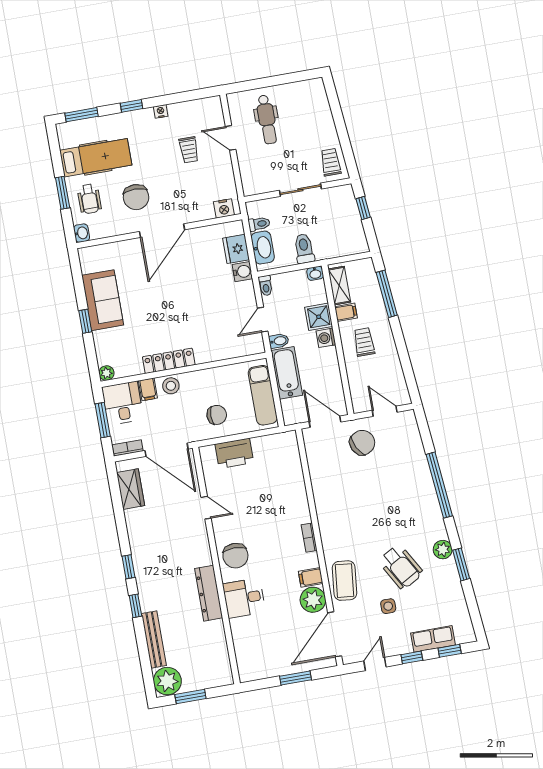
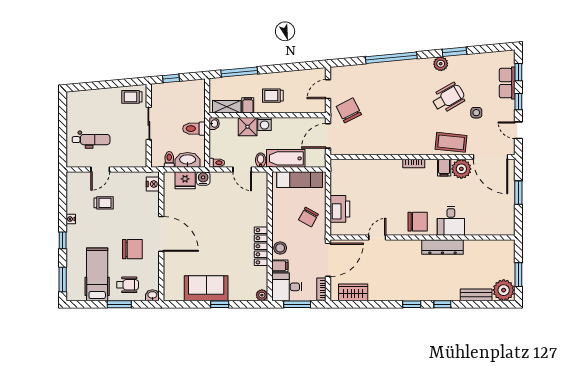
chair: (217, 415) -> (308, 217), turned -151
bench: (154, 640) -> (476, 295), width x0.73

